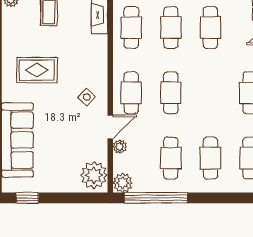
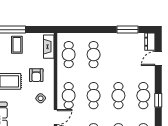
cafe table: (210, 27) -> (118, 96), moved
armchair: (80, 60) -> (36, 75), added

